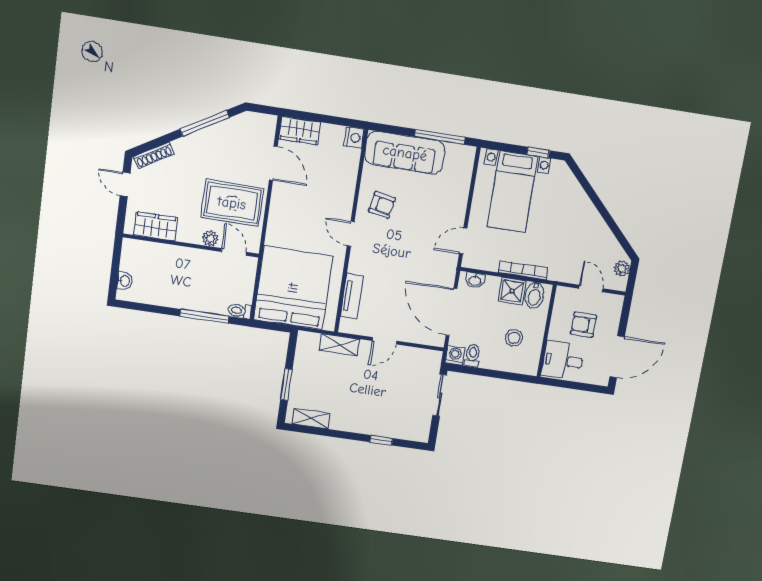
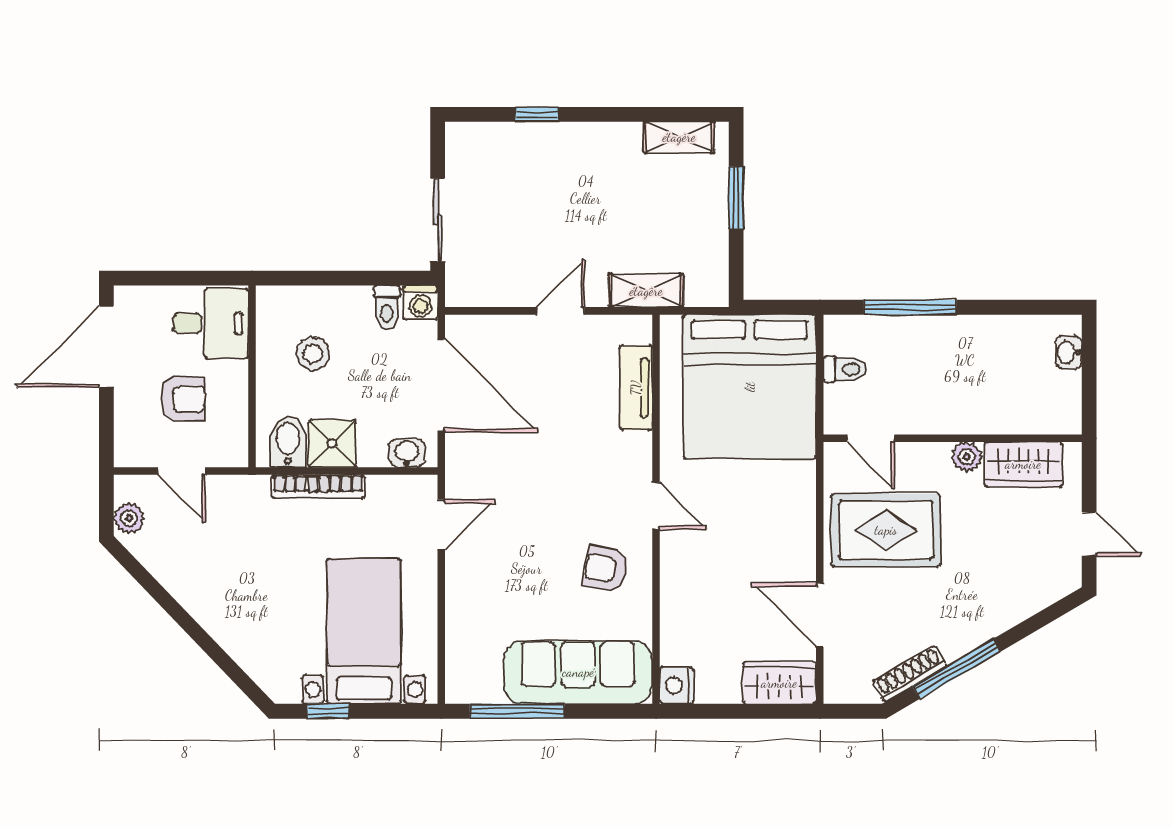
shoe rack: (154, 155) -> (909, 674), moved
plant: (210, 239) -> (967, 457), moved
toilet: (240, 311) -> (845, 369), moved

